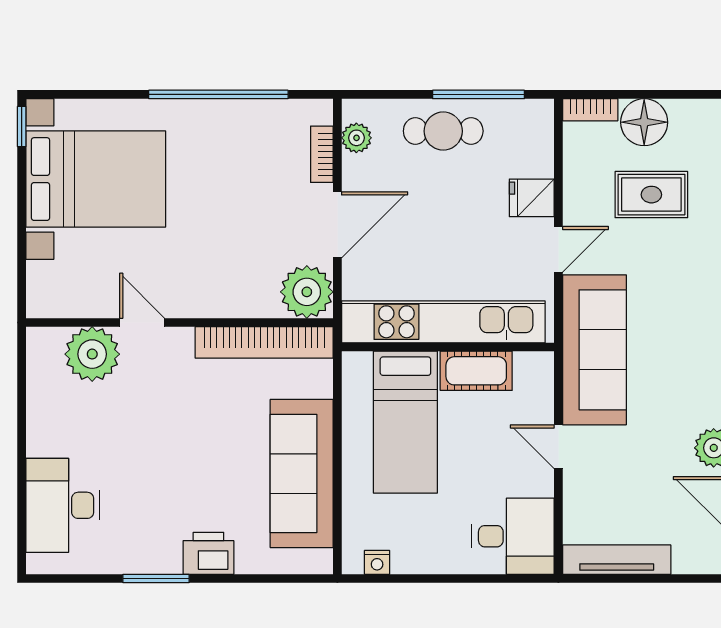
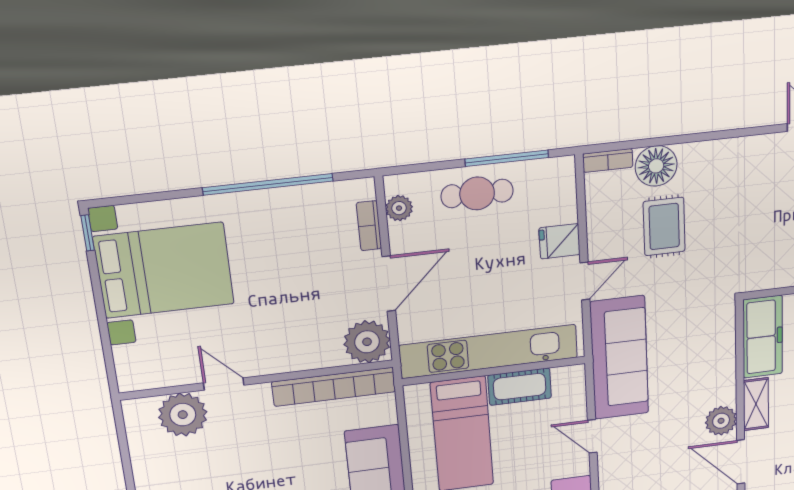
rug: (651, 195) -> (664, 226), turned 90

